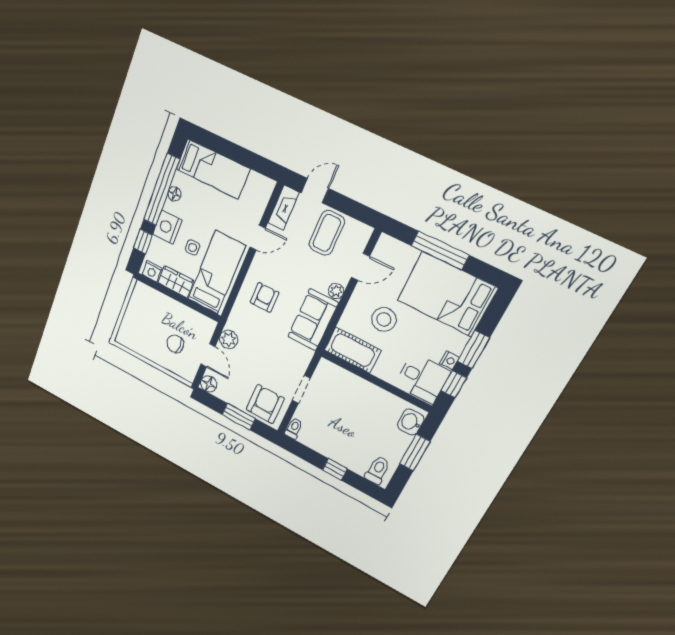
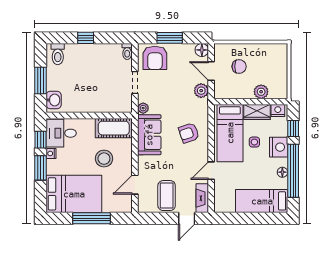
plant: (336, 291) -> (143, 108), moved
armchair: (264, 298) -> (189, 133), turned 71
plant: (162, 303) -> (261, 92), added

